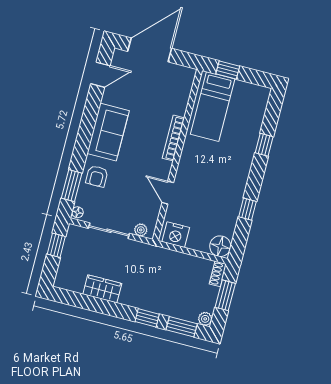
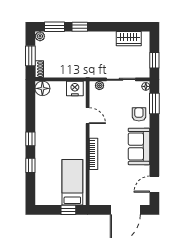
window: (248, 209) -> (30, 139), moved
wardrobe: (102, 289) -> (129, 39), moved

